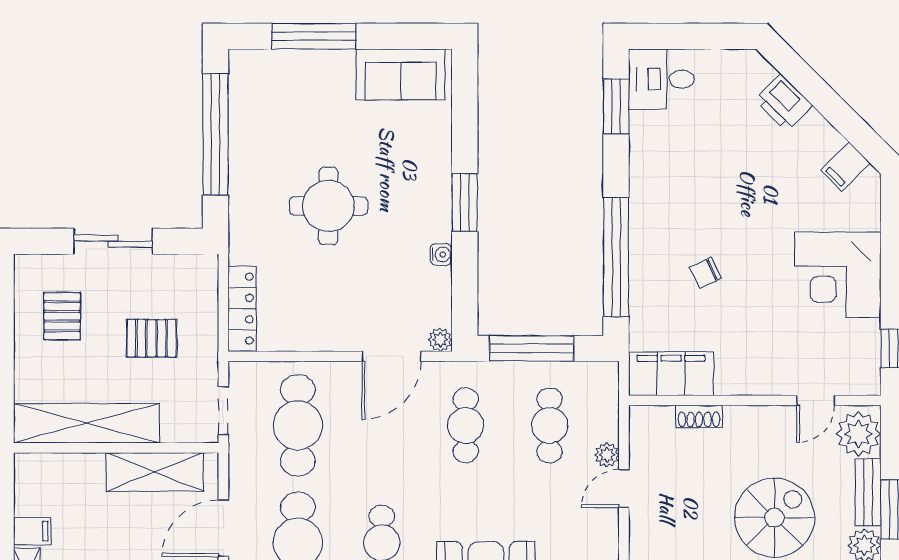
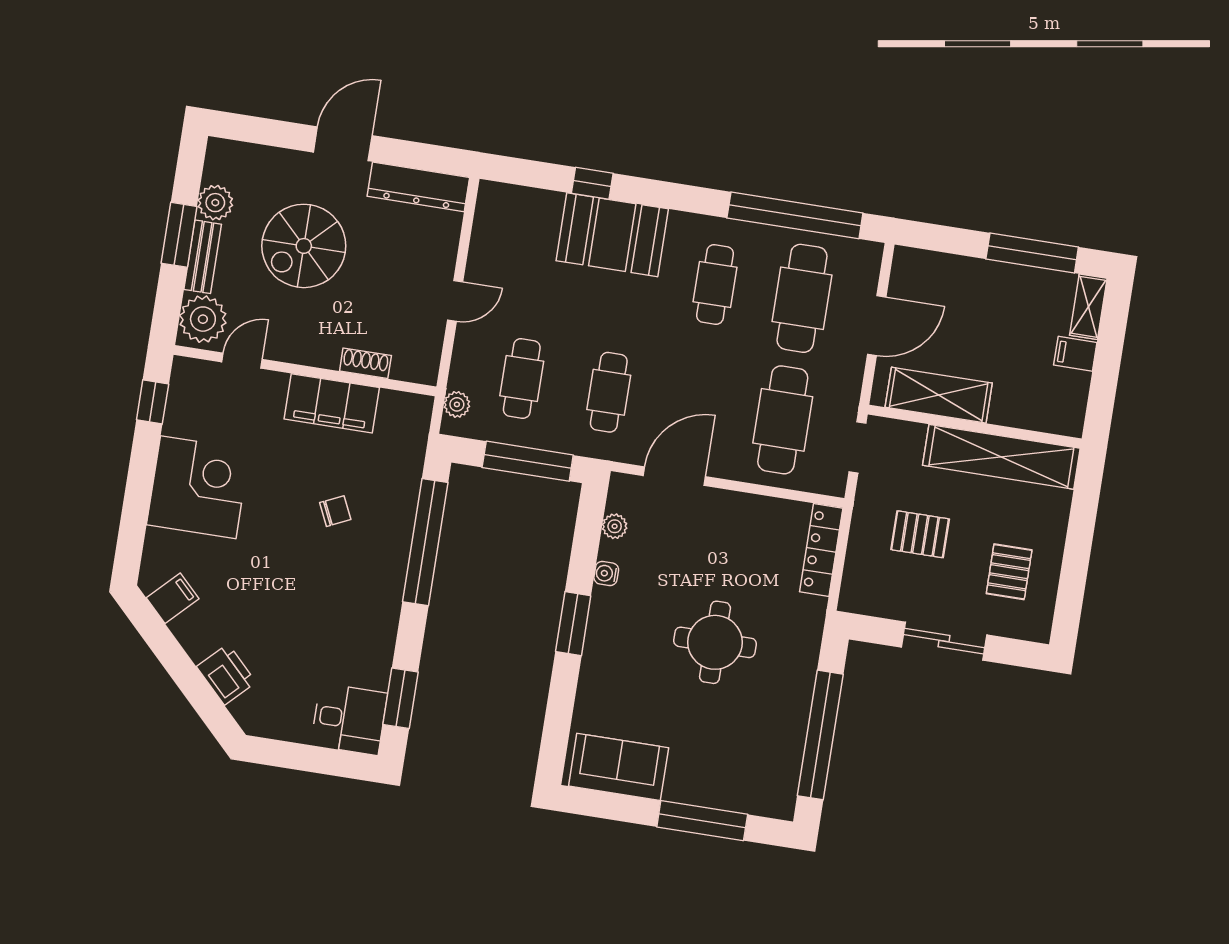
plant: (440, 340) -> (615, 526), moved
filing cabinet: (671, 374) -> (332, 403), moved
plant: (607, 455) -> (457, 404), moved

